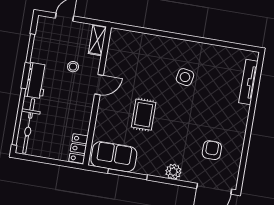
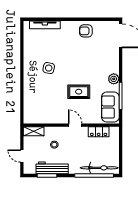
workbench: (36, 81) -> (52, 168), moved, width x1.38
door: (99, 85) -> (75, 125), moved
locker: (78, 149) -> (99, 132), moved
armchair: (212, 150) -> (86, 31), moved
plant: (173, 172) -> (114, 79), moved

